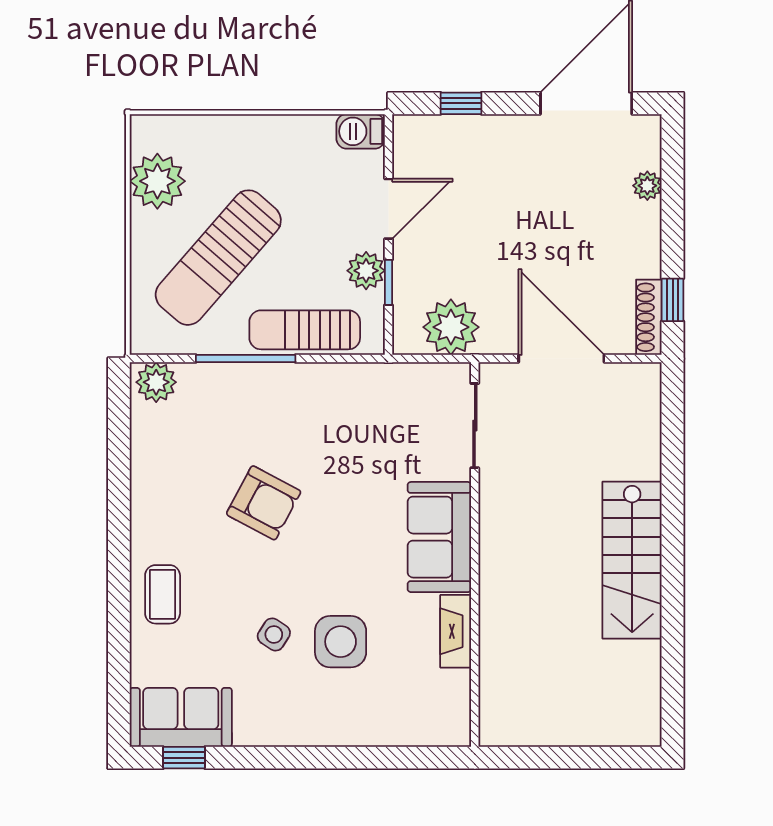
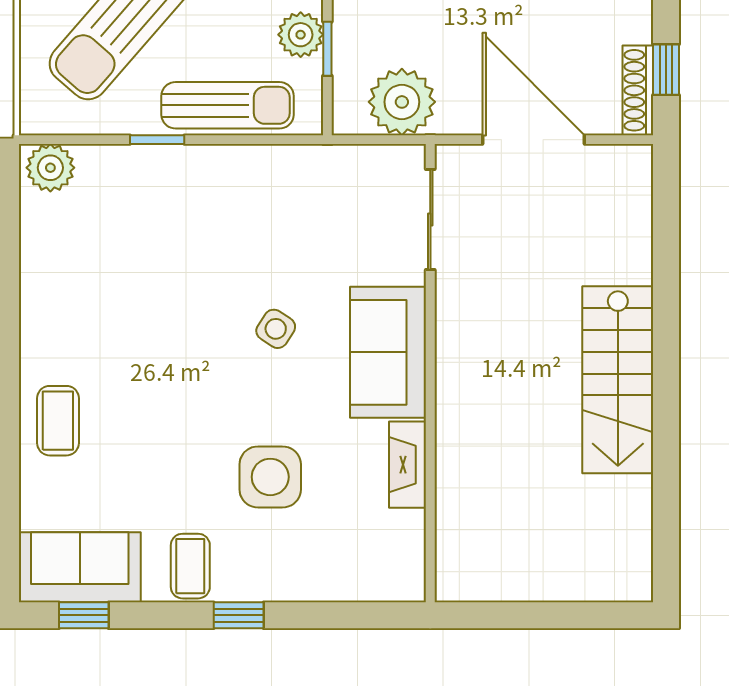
sun lounger: (305, 330) -> (228, 105), turned 180
window: (246, 359) -> (157, 140), width x0.46
armchair: (264, 503) -> (179, 312), removed
side table: (274, 634) -> (276, 329), moved
coffee table: (274, 716) -> (190, 566), added
window: (314, 758) -> (239, 615), added

